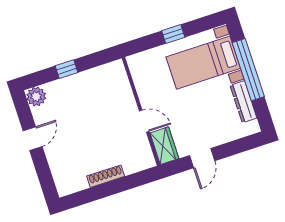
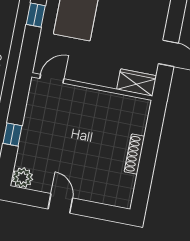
door: (144, 121) -> (52, 79), moved

